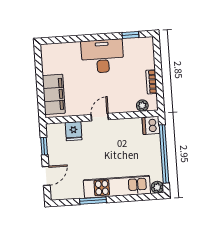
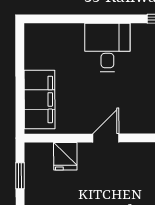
desk: (102, 56) -> (107, 47), width x0.73

